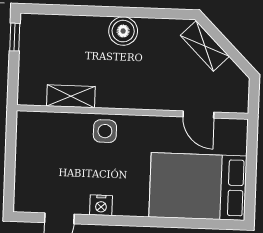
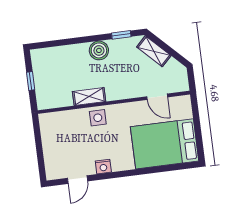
window: (160, 13) -> (121, 35), added
window: (15, 37) -> (31, 81), moved
shelving: (71, 96) -> (89, 96), moved

